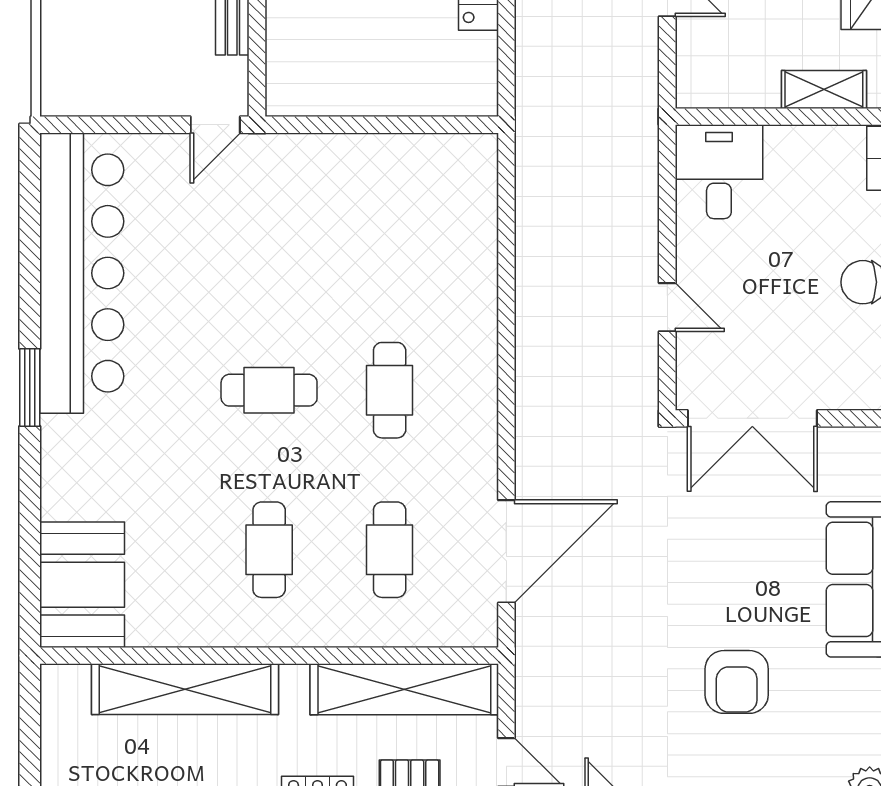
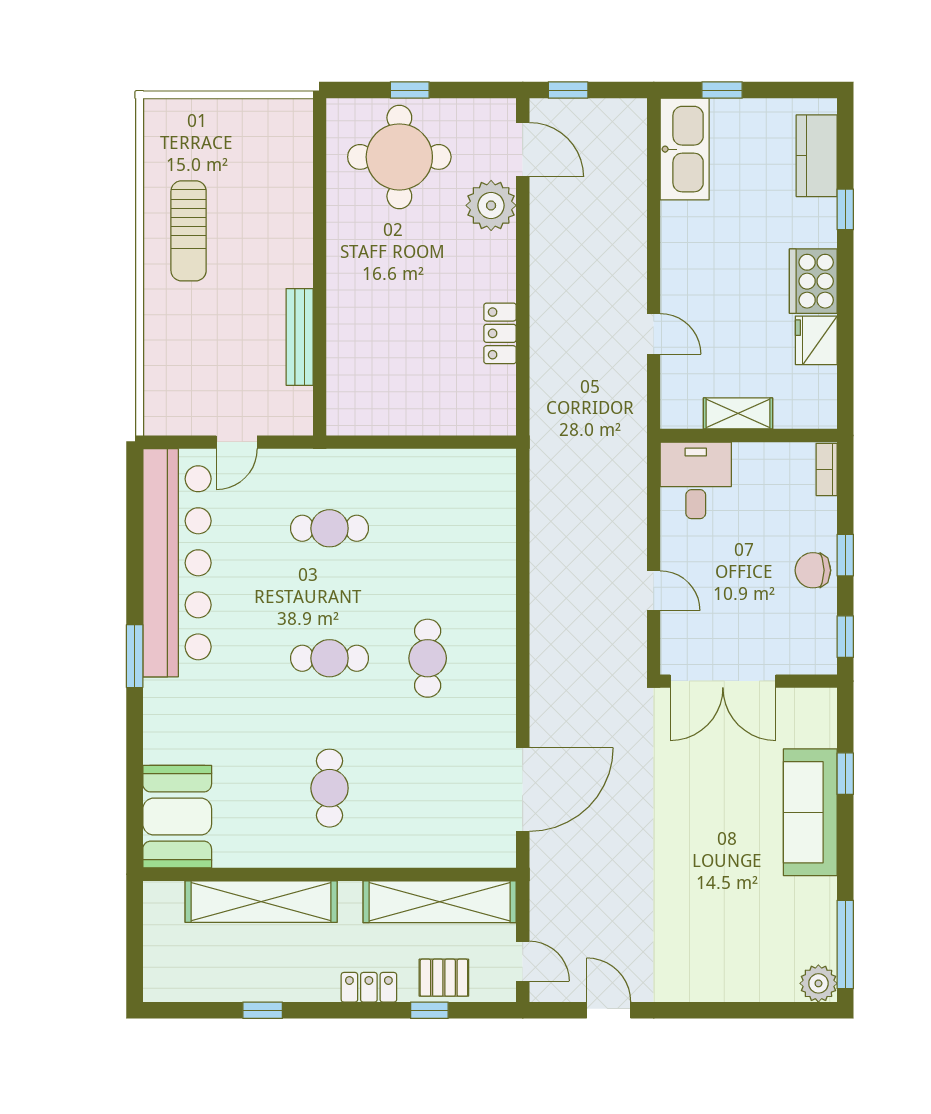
shelving: (824, 90) -> (738, 413), moved
door: (215, 125) -> (237, 442), moved
cafe table: (390, 550) -> (330, 528), moved, turned 90
armchair: (737, 682) -> (710, 896), removed

